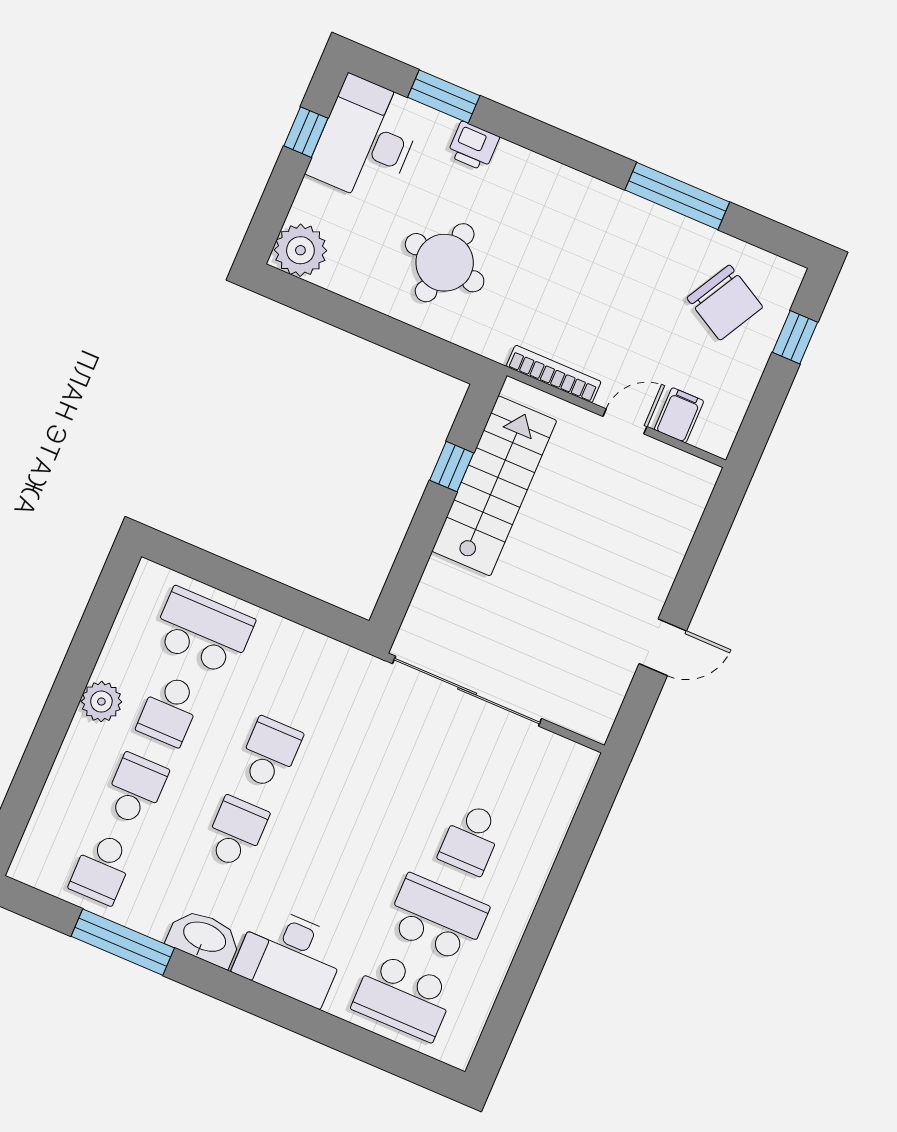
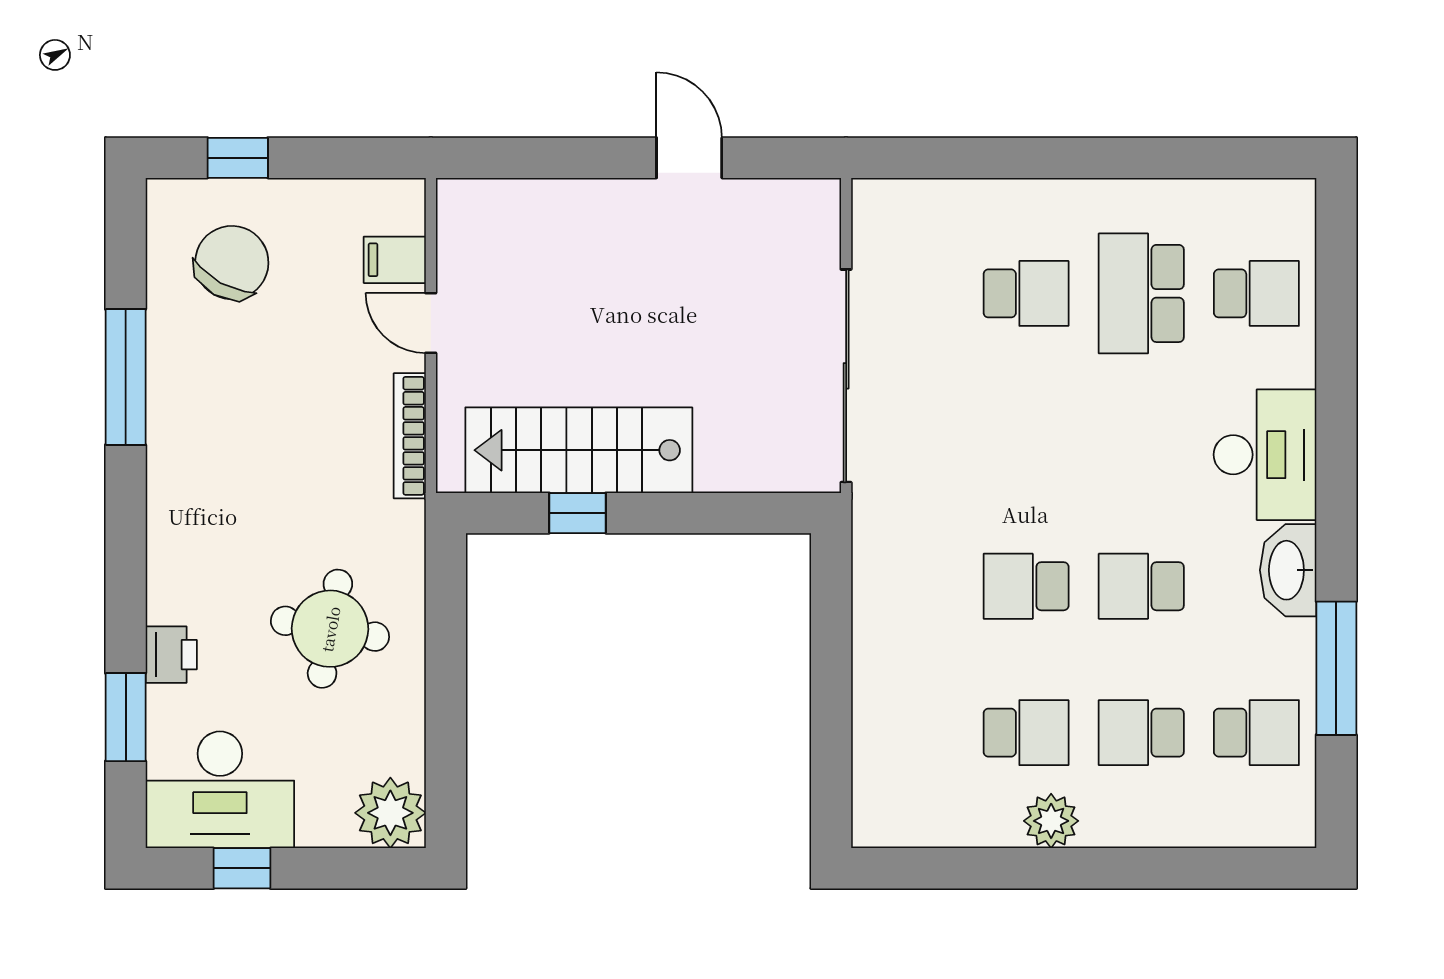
school desk: (203, 631) -> (911, 733), removed
school desk: (403, 997) -> (1256, 293), width x0.54

